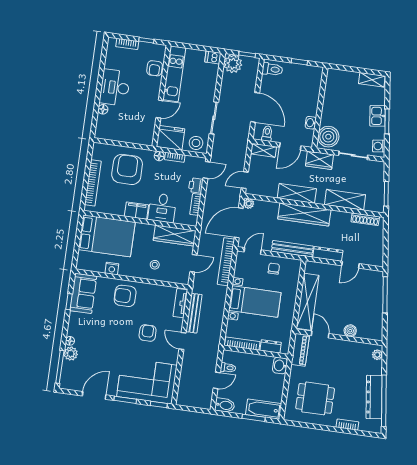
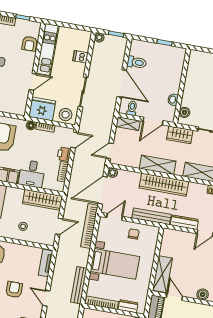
dishwasher: (213, 57) -> (80, 57), moved
plant: (233, 64) -> (99, 37), width x0.53, depth x0.53
toilet: (272, 69) -> (137, 62), moved
boiler: (328, 137) -> (184, 112), width x0.54, depth x0.54
shelving: (308, 302) -> (162, 274), width x0.68
bench: (194, 313) -> (79, 285), moved

